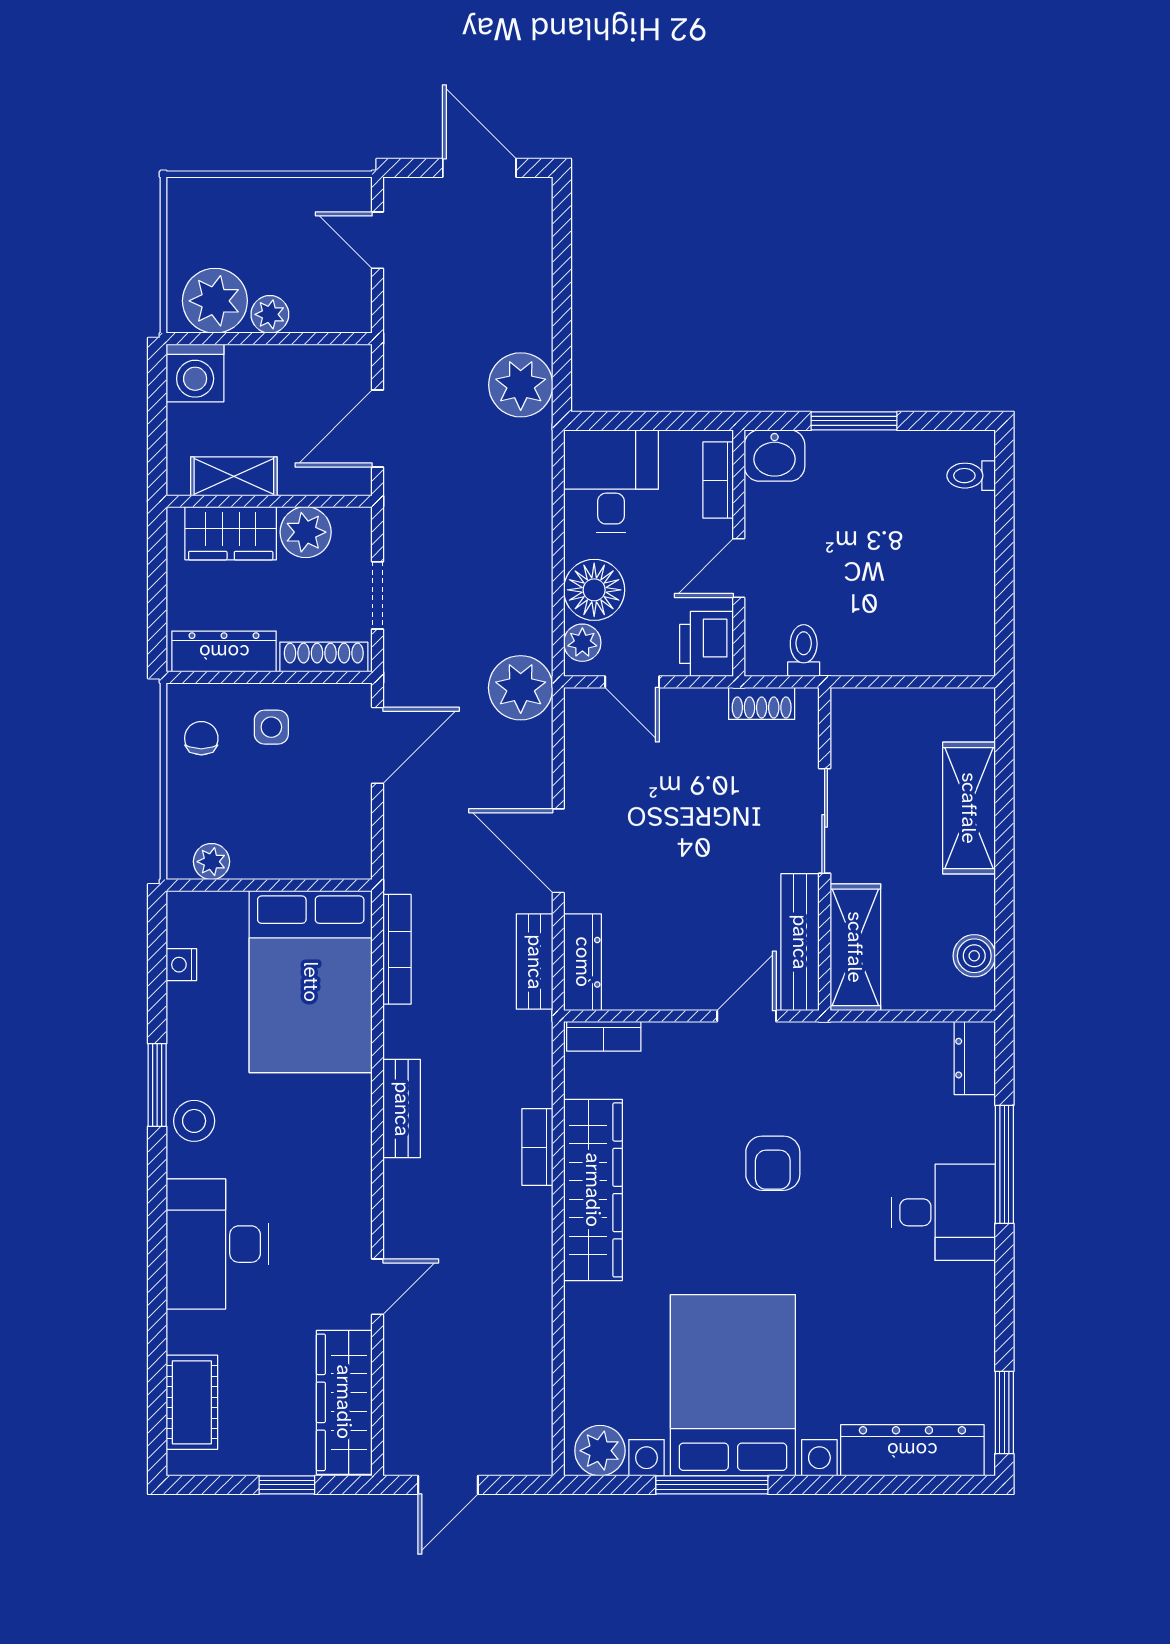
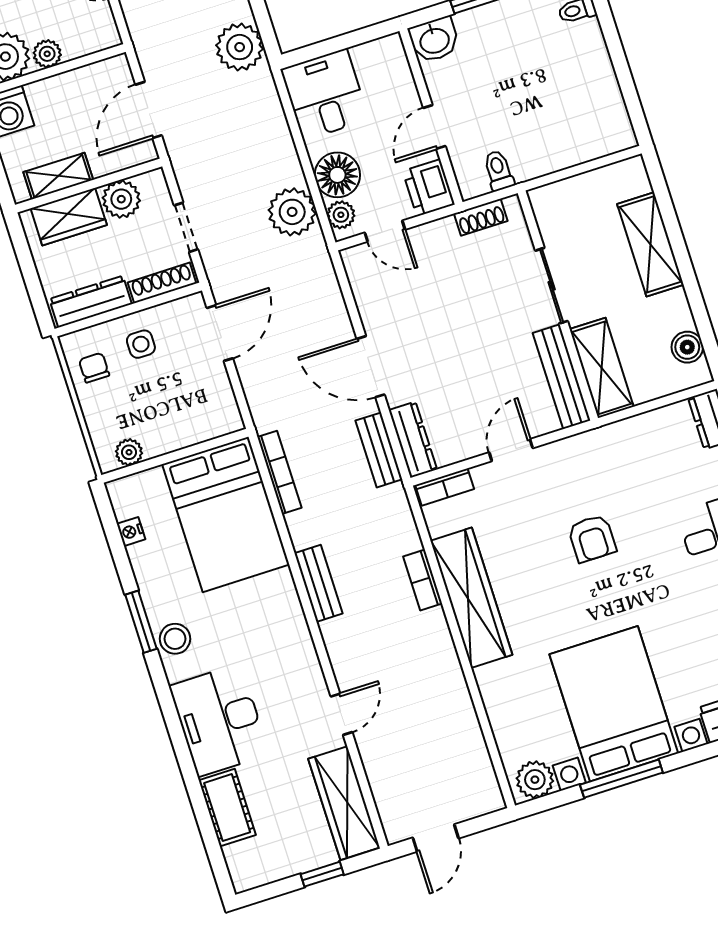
bookcase: (718, 480) -> (400, 70), removed
plant: (521, 688) -> (292, 212), moved
door: (747, 1016) -> (511, 450), moved
cot: (192, 1402) -> (227, 808), moved

